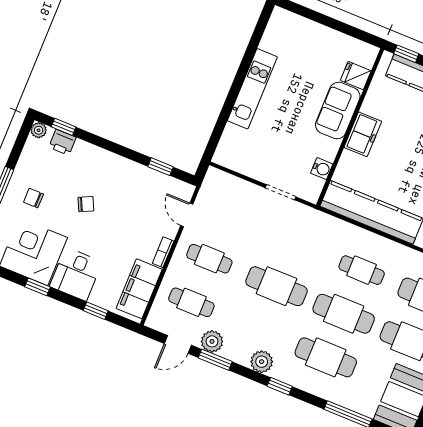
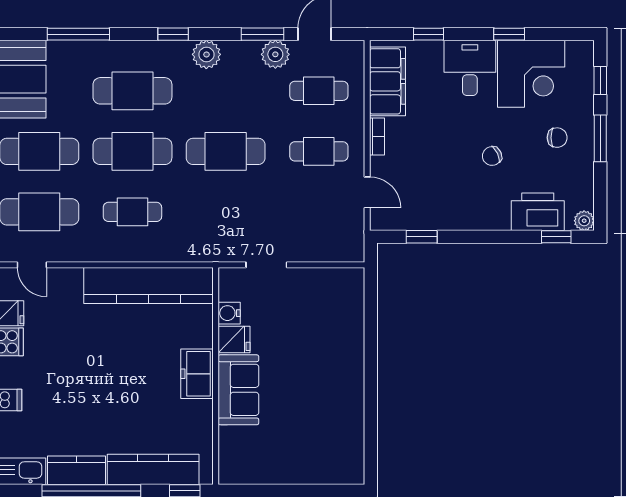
fridge: (356, 76) -> (234, 339), moved
kitchen unit: (252, 89) -> (350, 374), removed
printer: (62, 142) -> (538, 212), width x1.87, depth x1.48

